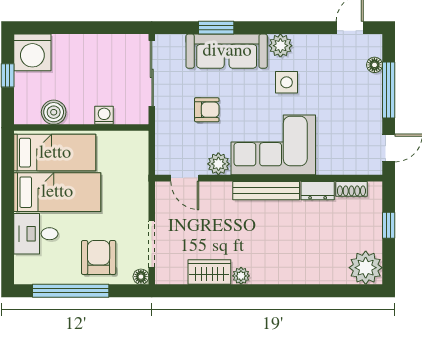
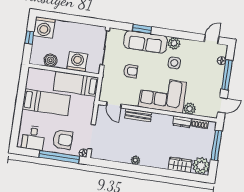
washing machine: (104, 115) -> (77, 62), width x1.89, depth x1.89
bed: (55, 153) -> (76, 84), moved, turned 180
plant: (218, 164) -> (190, 109), moved
bench: (266, 191) -> (138, 115), moved, width x0.73
window: (389, 225) -> (216, 145), width x2.17
desk: (36, 234) -> (33, 138), moved, turned -90
armchair: (99, 257) -> (63, 140), turned 90
wardrobe: (209, 272) -> (180, 165), moved
window: (71, 291) -> (59, 157), moved

